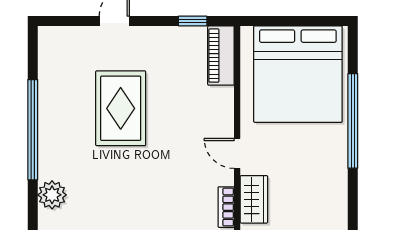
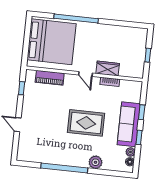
piano: (221, 56) -> (50, 78), moved
rug: (121, 108) -> (86, 123), moved
door: (237, 153) -> (85, 74), hinge flipped

